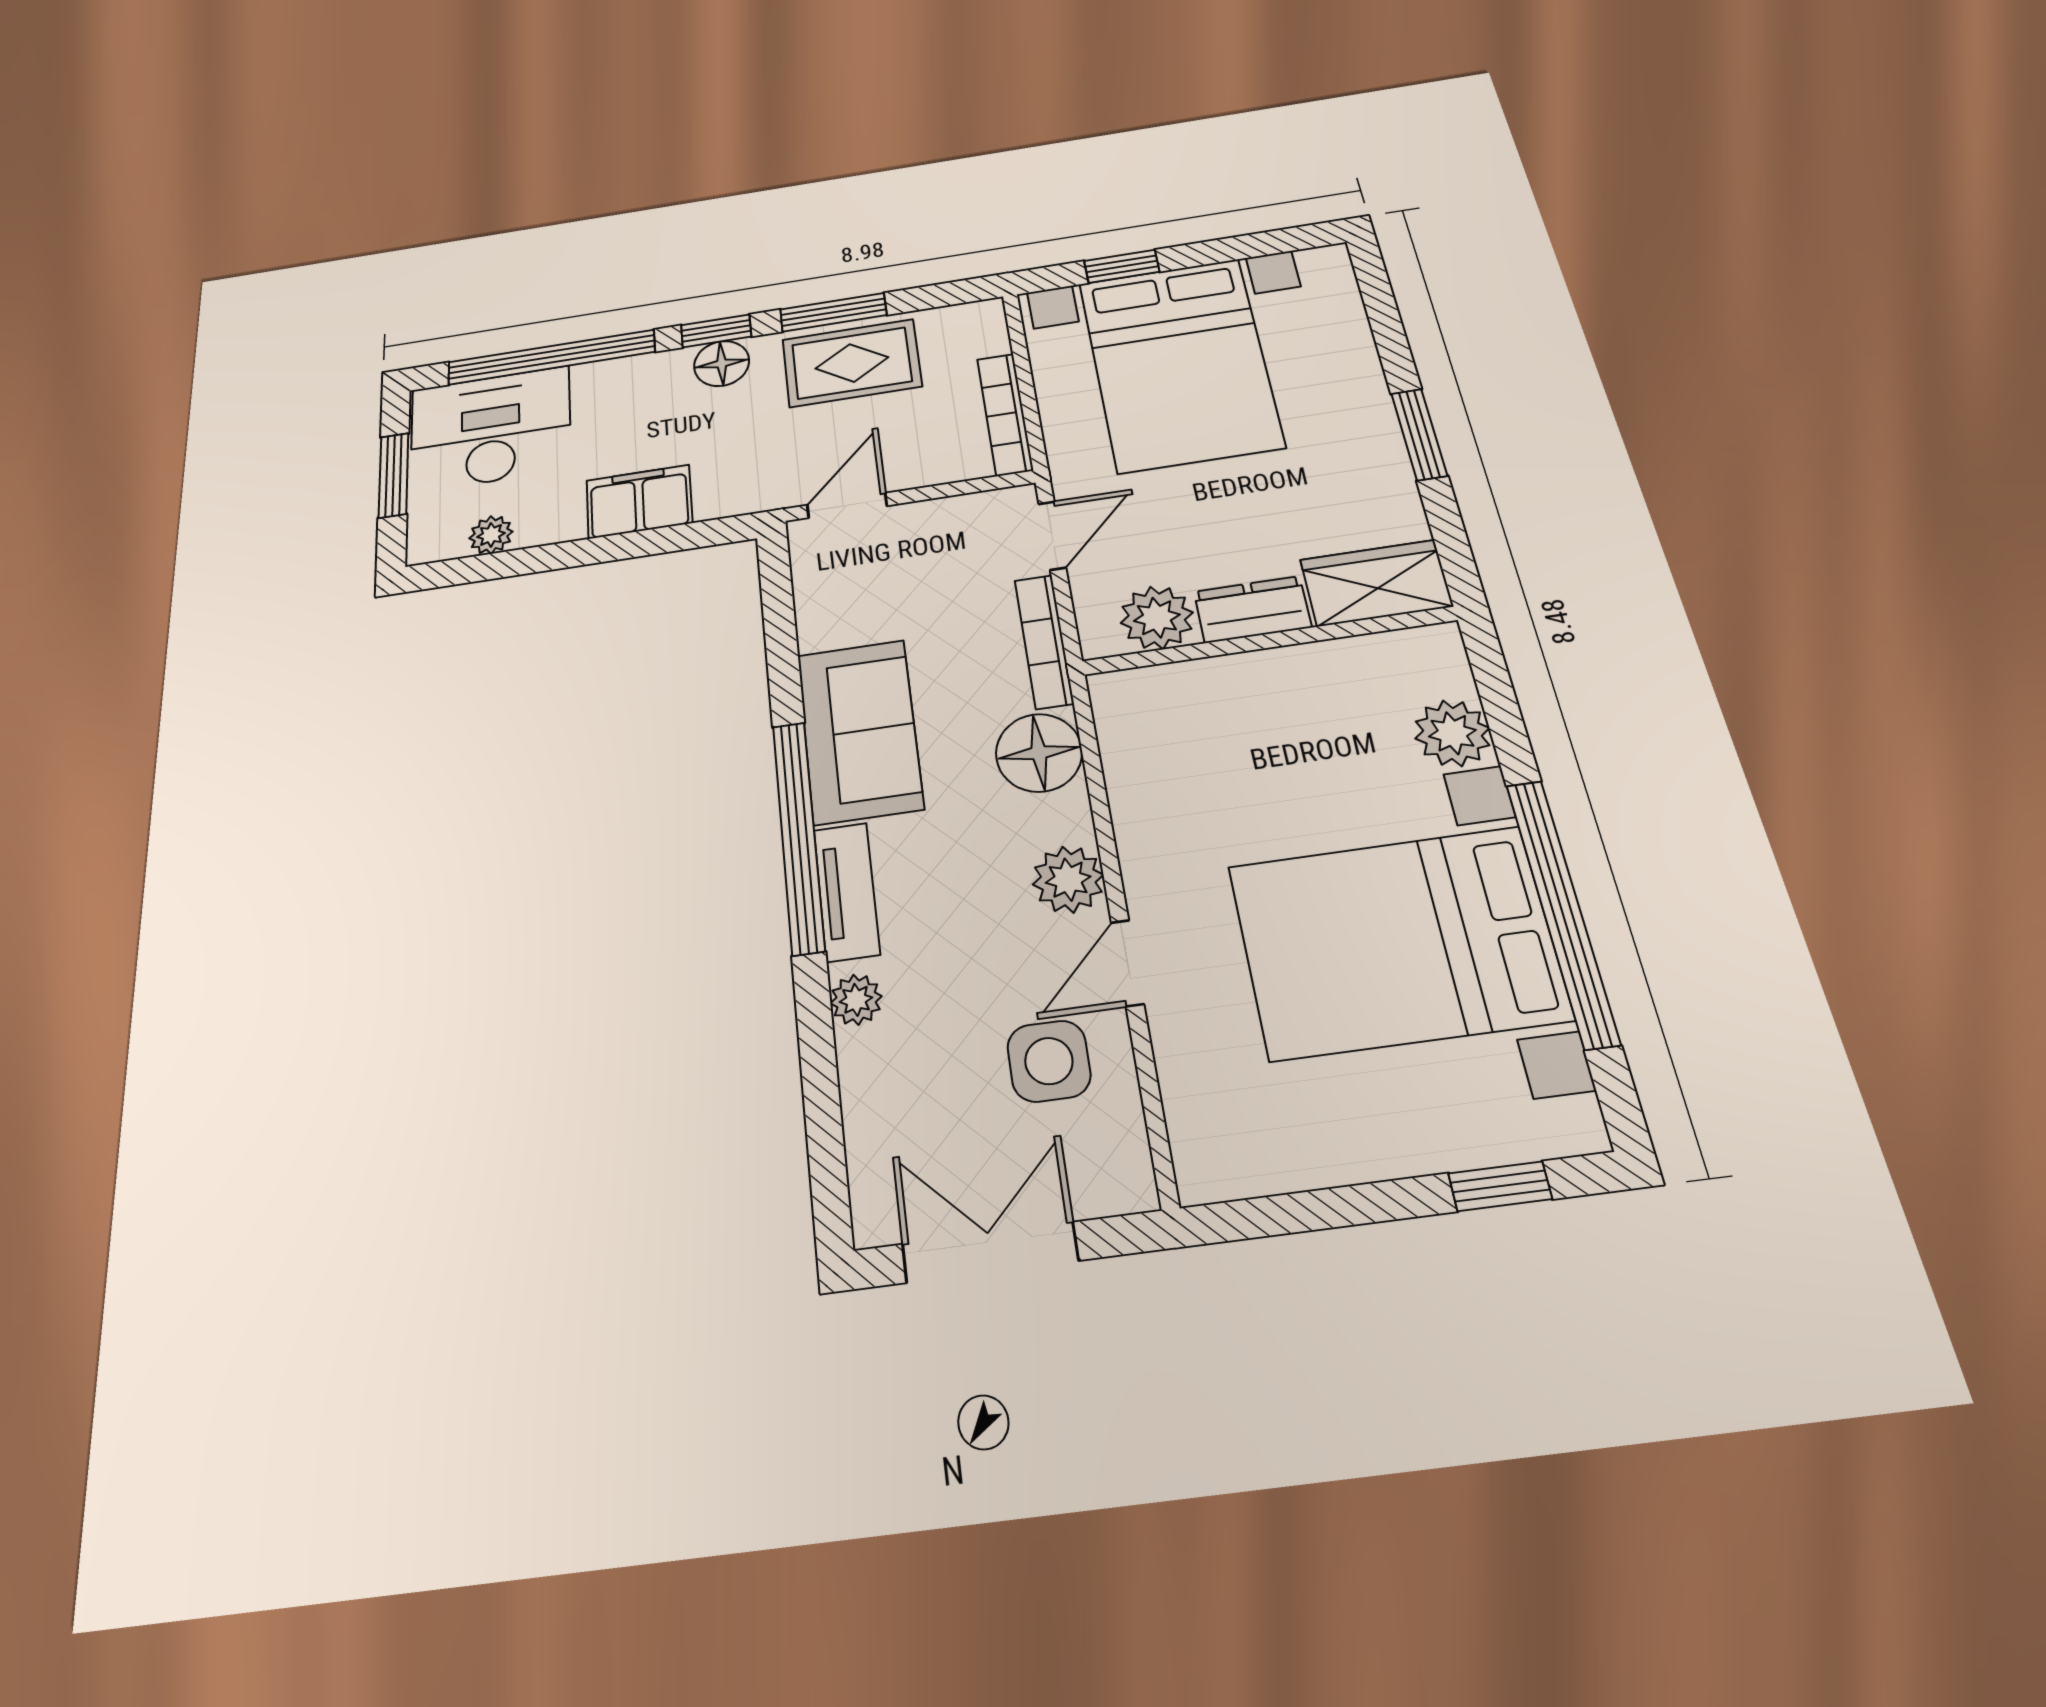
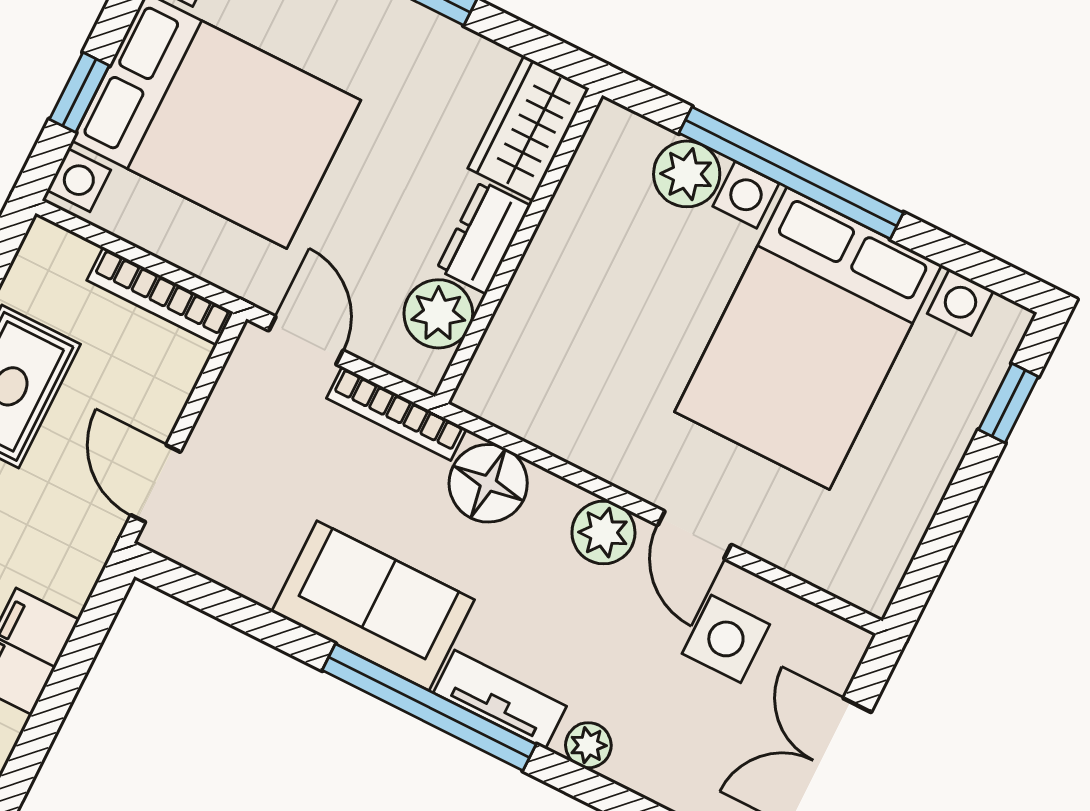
window: (1562, 911) -> (791, 173), moved

